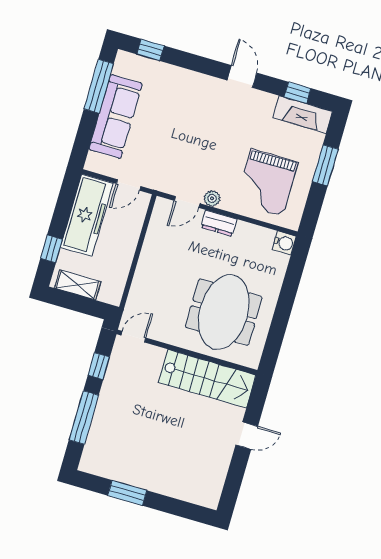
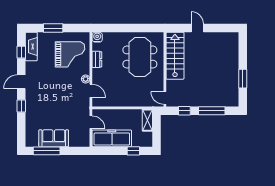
window: (150, 50) -> (21, 106), moved
sofa: (116, 116) -> (54, 138), width x0.73
dresser: (219, 223) -> (97, 59), moved
shelving: (78, 285) -> (147, 120), moved
meeting table: (224, 312) -> (140, 57), turned 90

